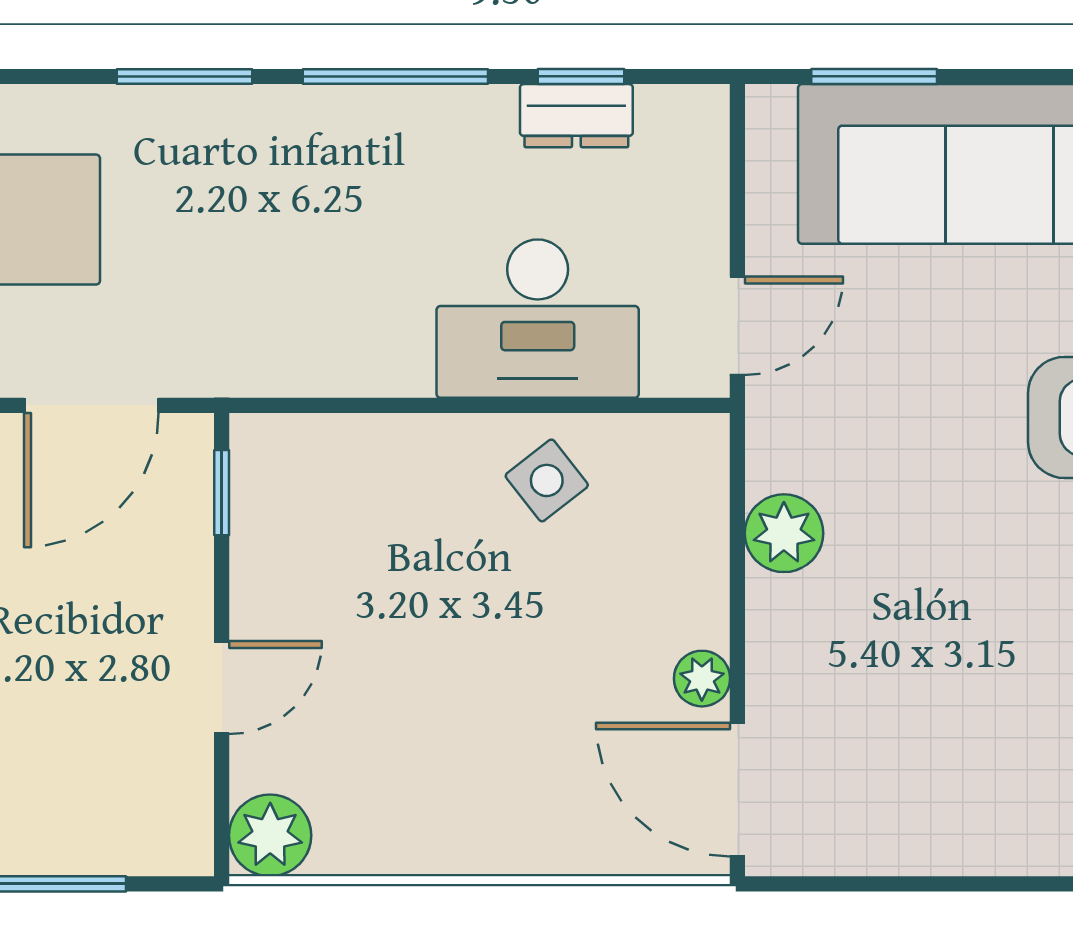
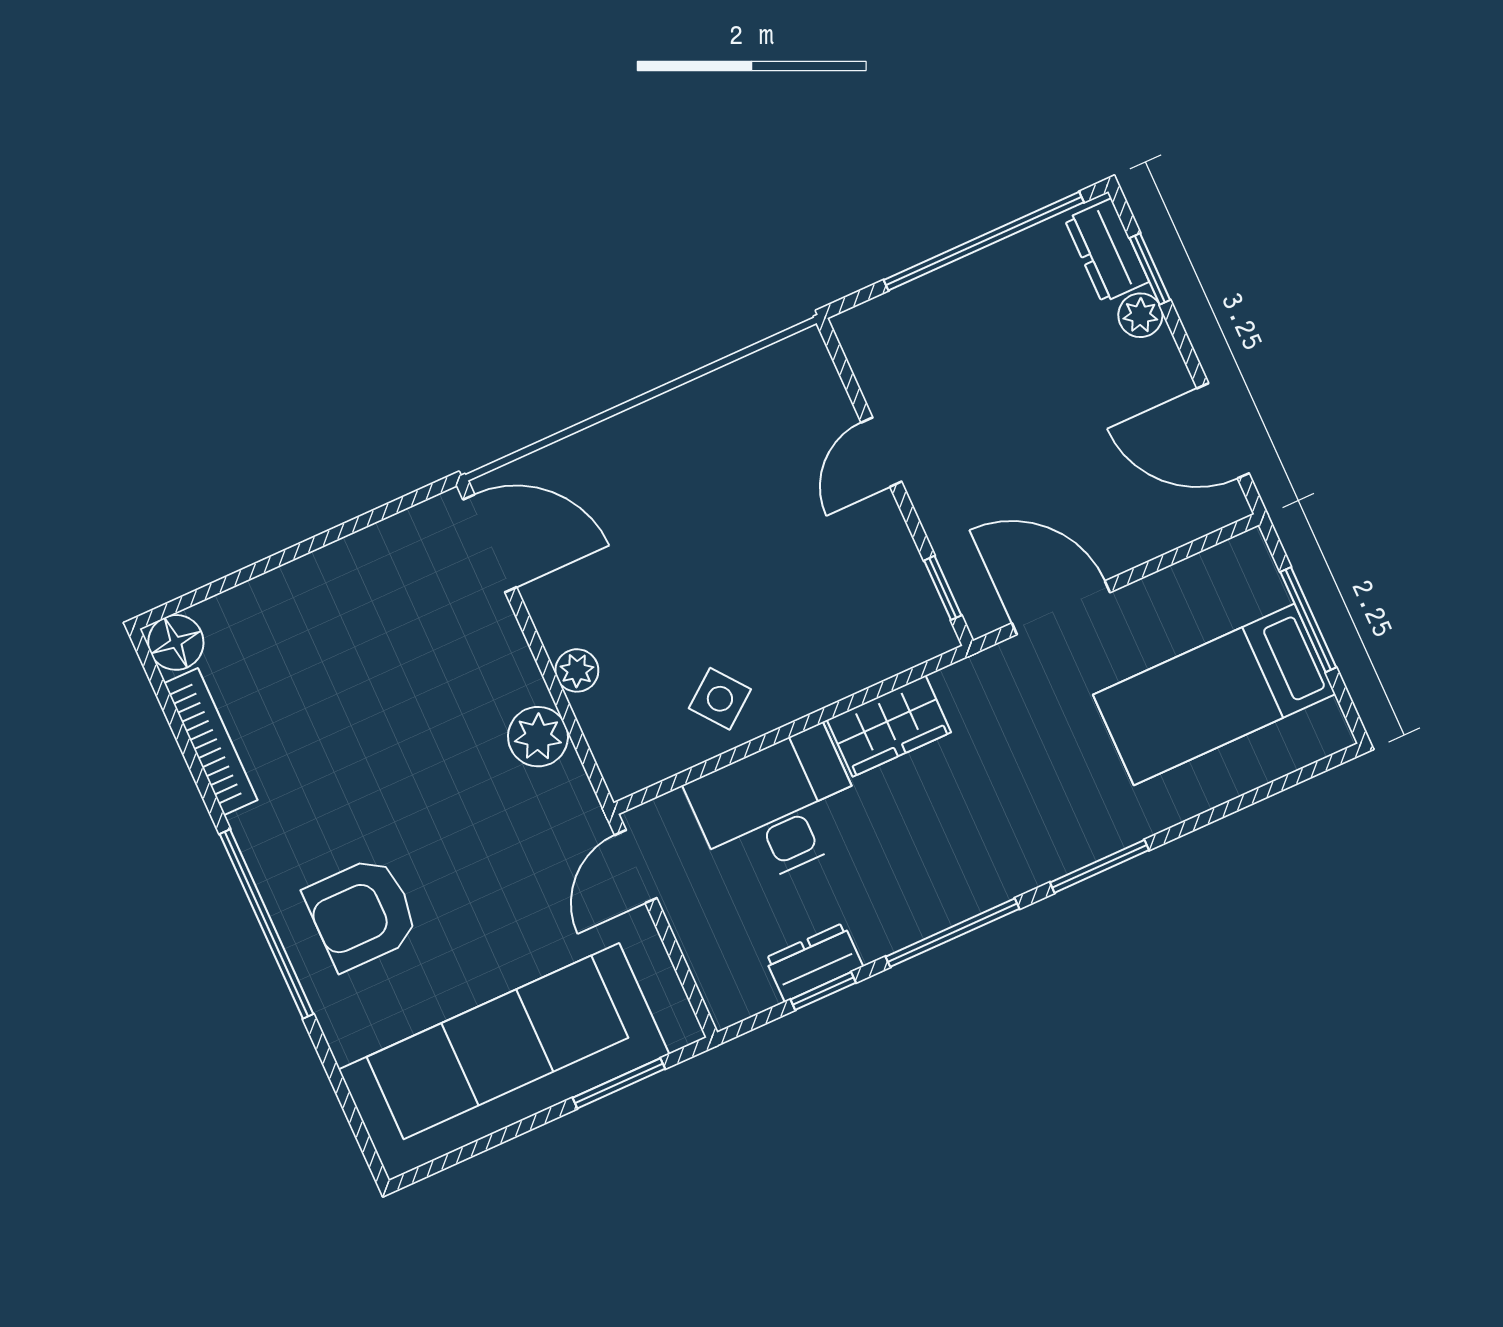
wardrobe: (360, 357) -> (889, 726), added
door: (91, 405) -> (1061, 608), hinge flipped
plant: (702, 679) -> (577, 670), moved
plant: (270, 835) -> (801, 364), removed

